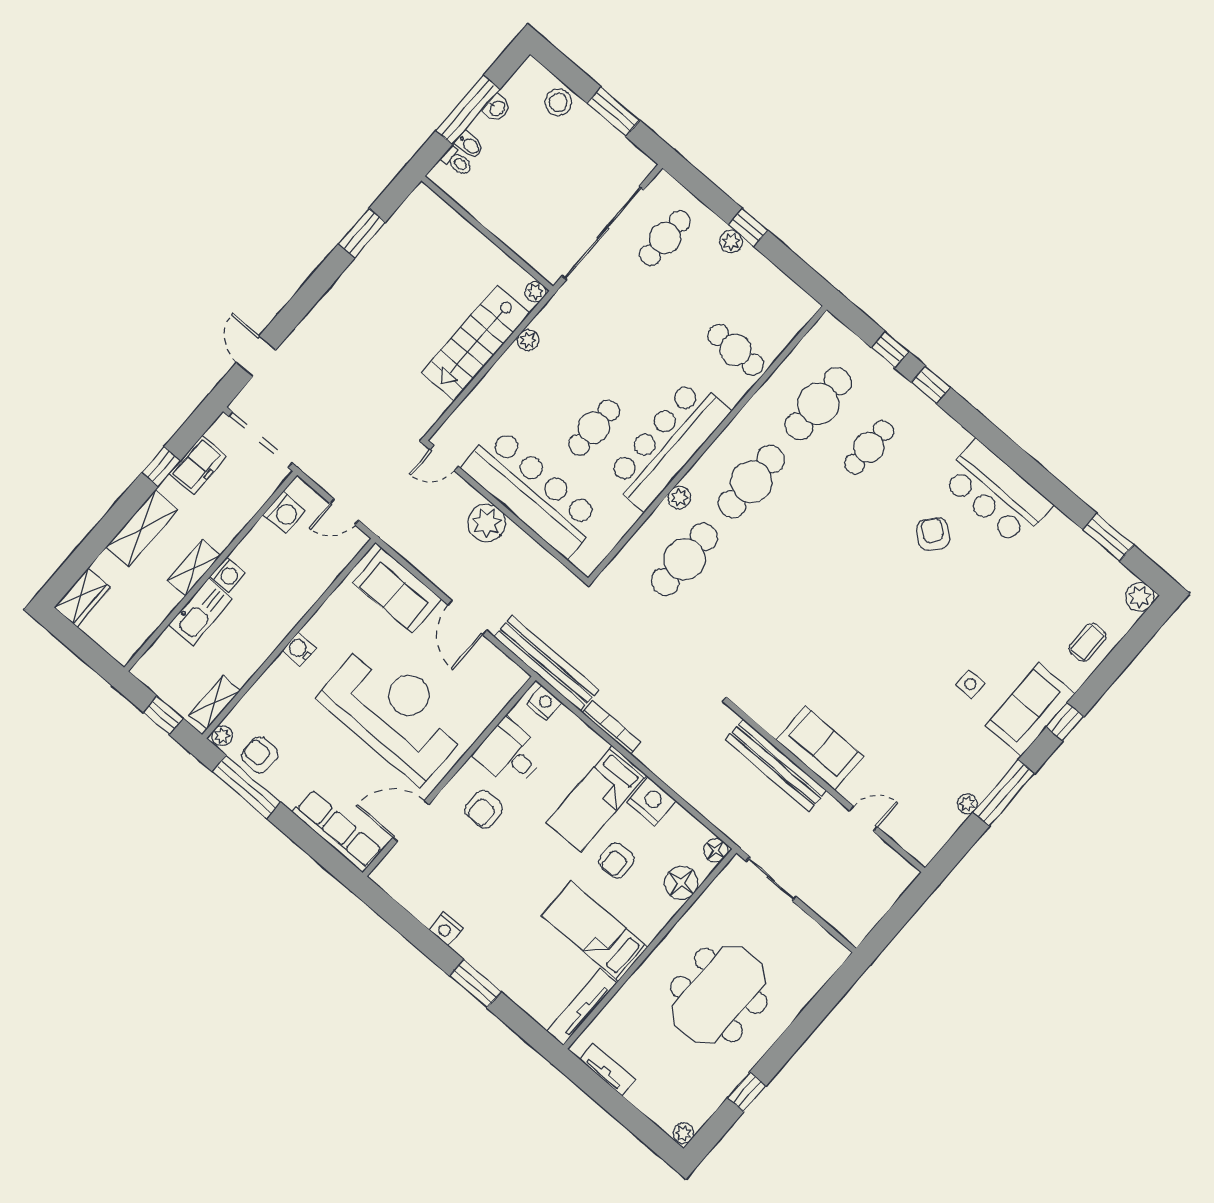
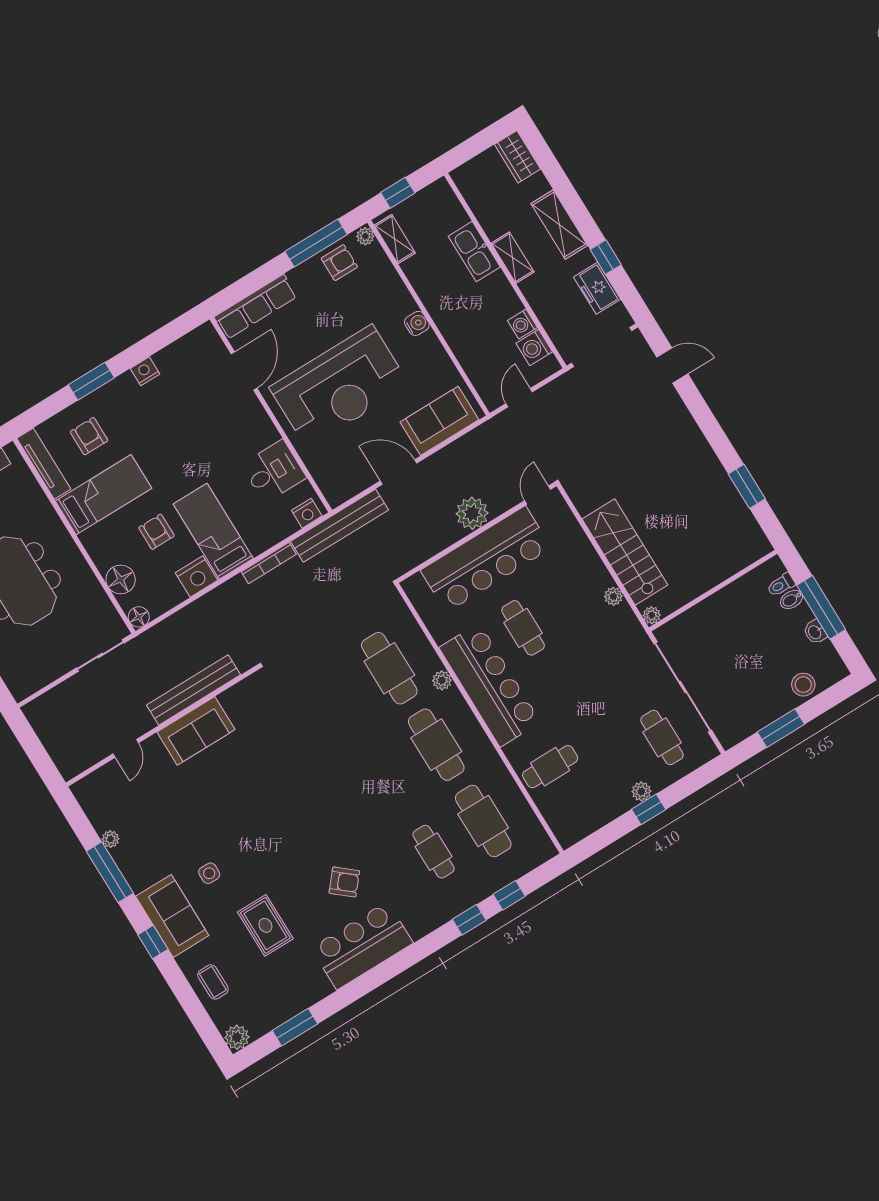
washing machine: (228, 575) -> (523, 324), moved
rug: (1008, 605) -> (265, 925), added
armchair: (484, 809) -> (89, 436), moved

